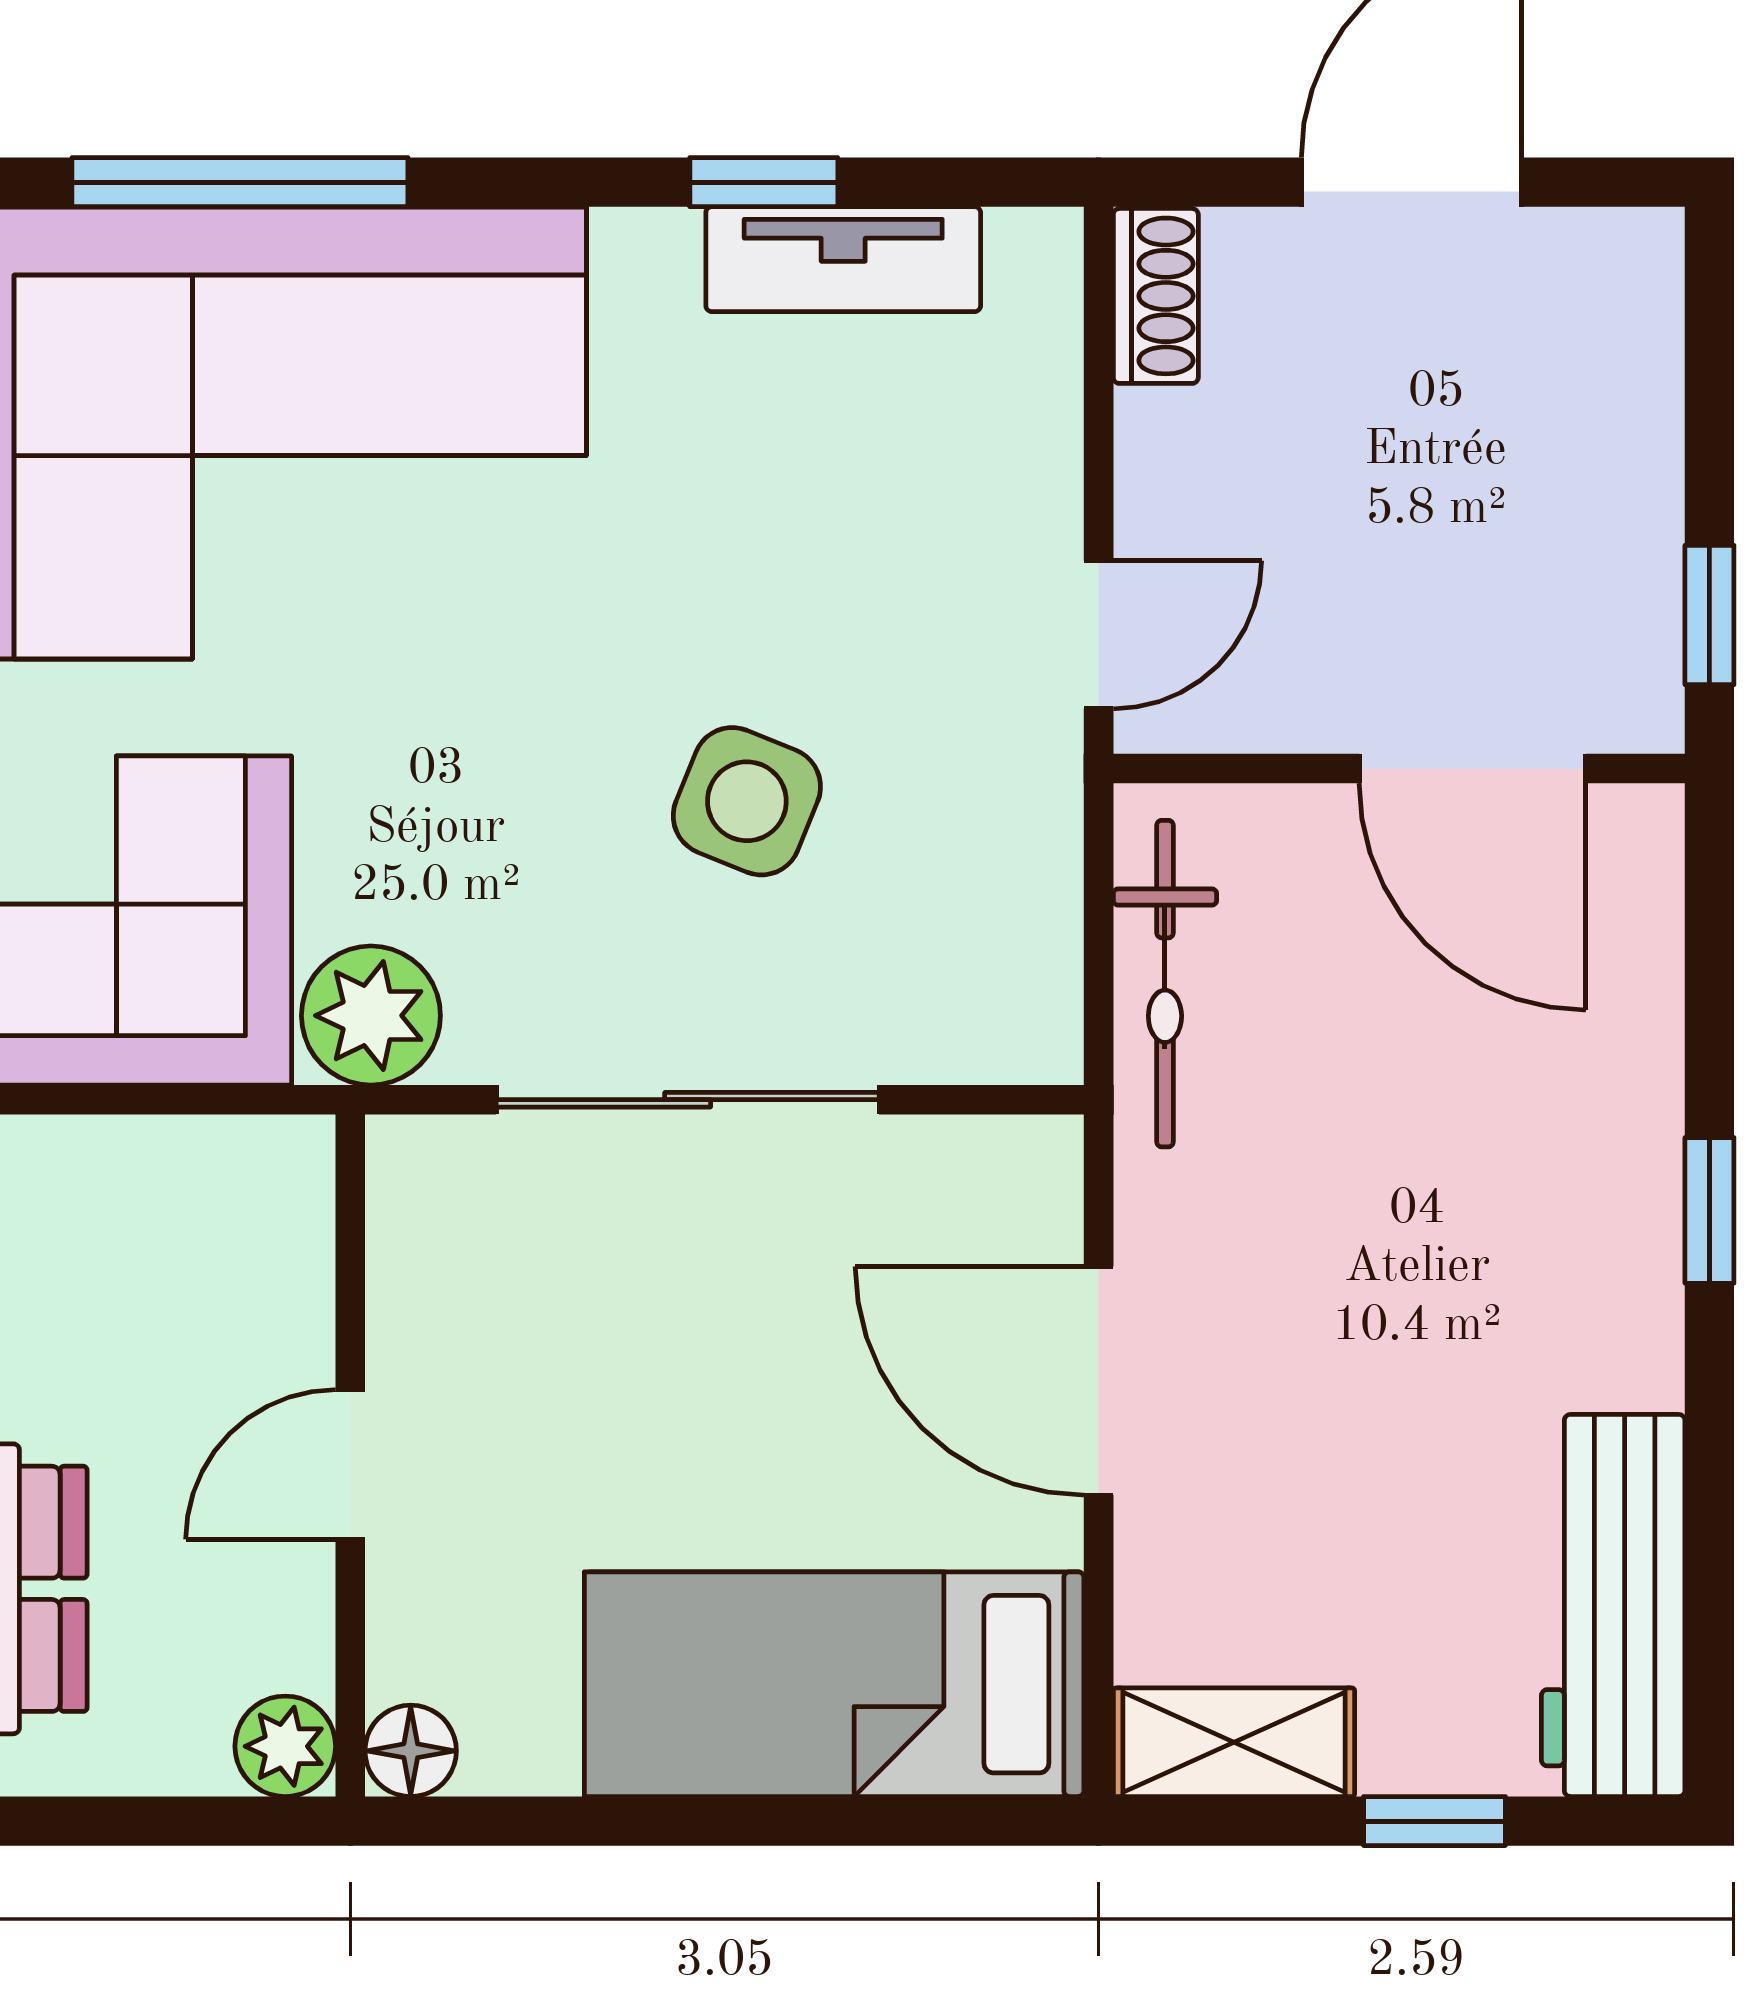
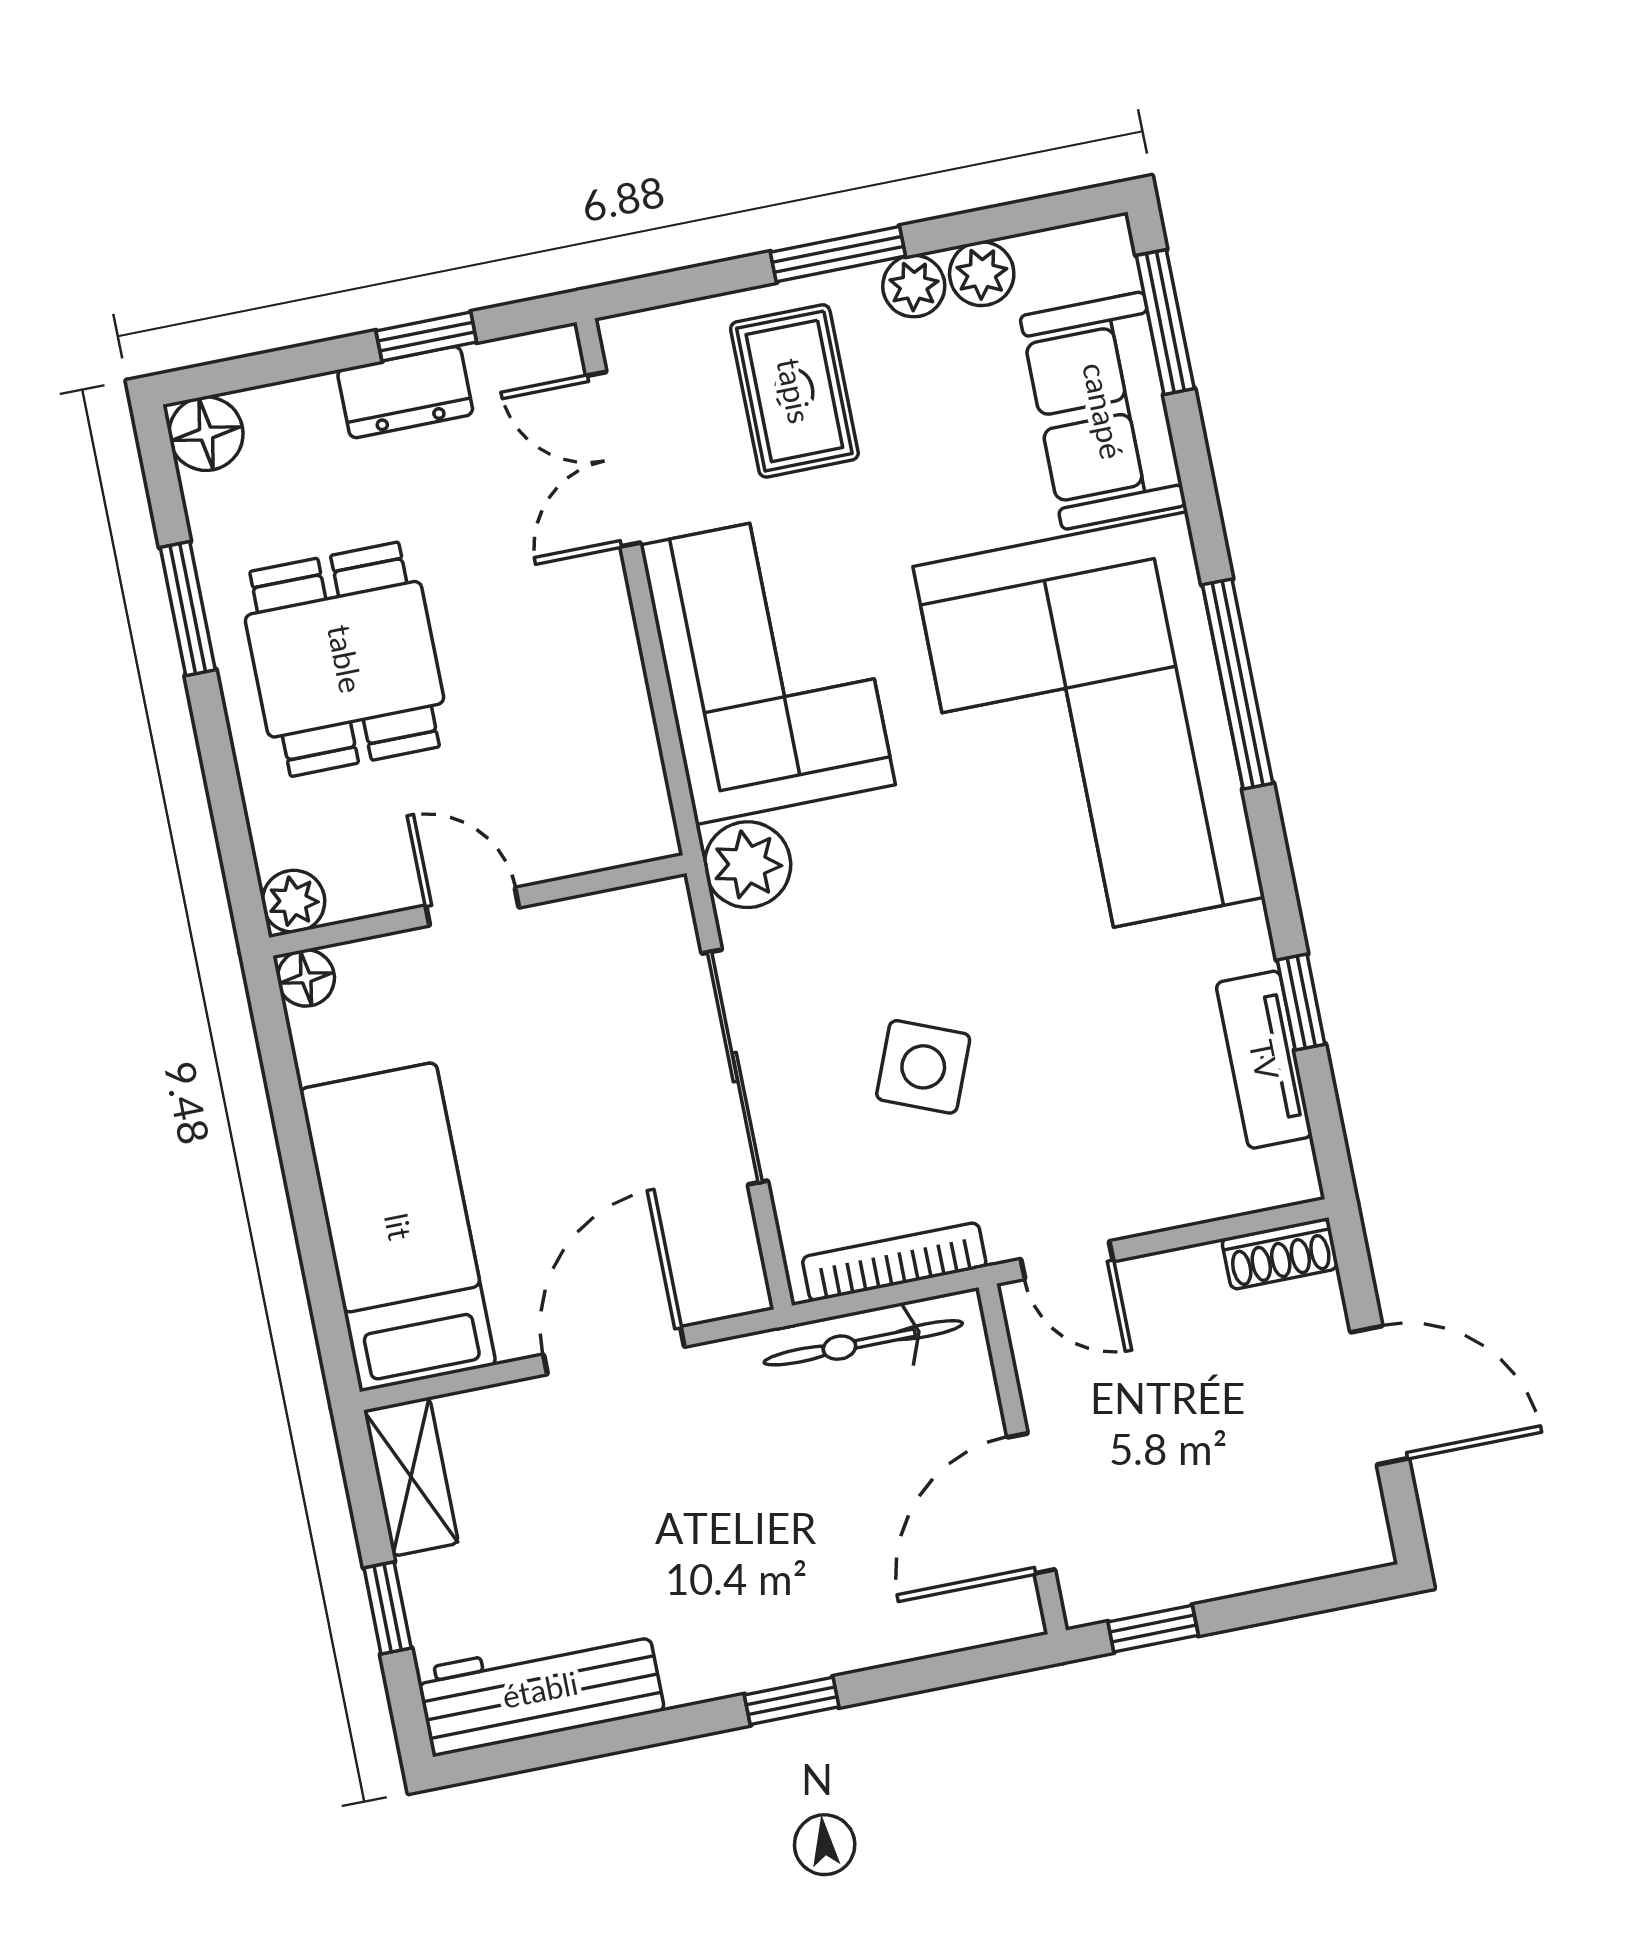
bookcase: (1047, 909) -> (894, 1262), added

